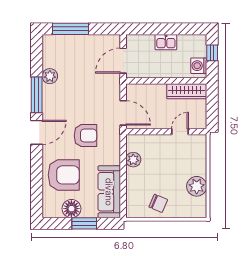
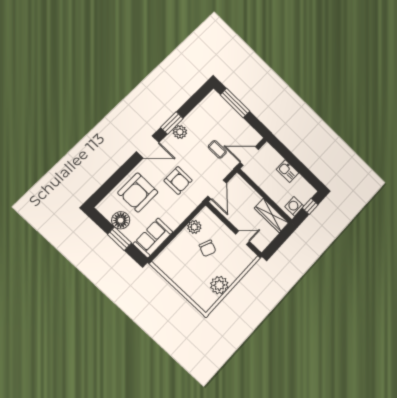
plant: (50, 76) -> (180, 132), moved
coffee table: (92, 81) -> (217, 149), added
window: (37, 95) -> (172, 123), width x0.69
armchair: (64, 175) -> (138, 192), turned 90
sofa: (109, 192) -> (153, 238), width x0.73
chair: (158, 203) -> (208, 248), moved

